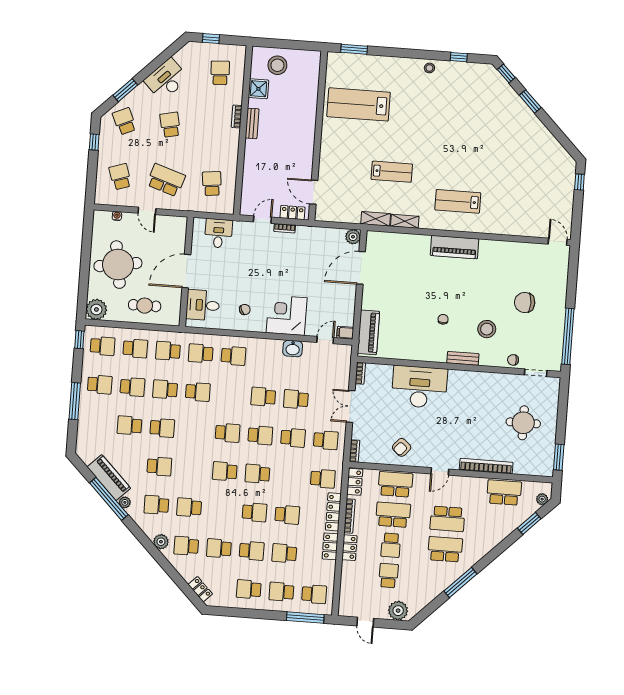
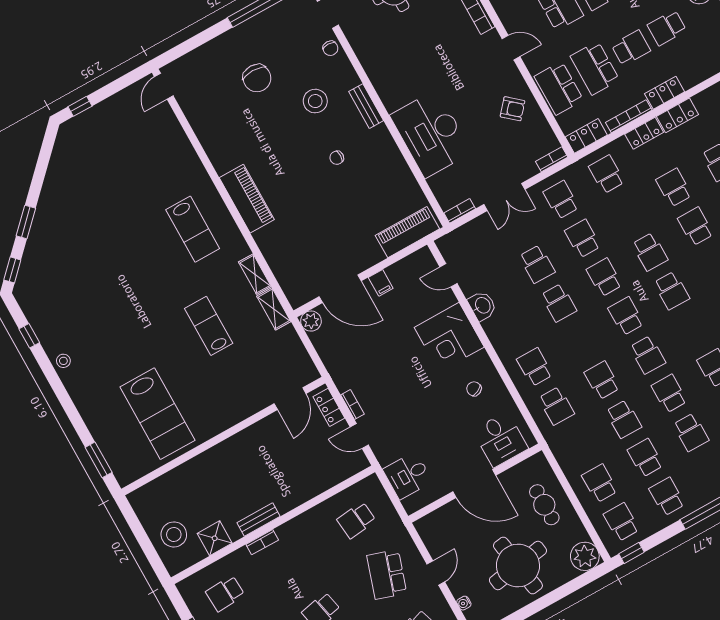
filing cabinet: (345, 333) -> (381, 283), moved
school desk: (168, 351) -> (648, 355), moved
locker: (333, 512) -> (644, 133), width x0.66

